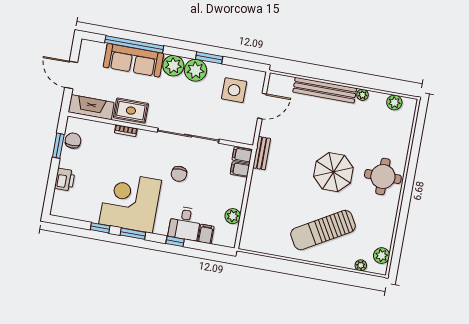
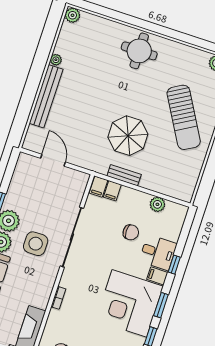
side table: (234, 90) -> (36, 244), moved
plant: (394, 102) -> (72, 15), moved
rug: (131, 111) -> (39, 290), removed
bench: (262, 153) -> (124, 175), moved
parasol: (333, 172) -> (128, 136), moved
chair: (179, 174) -> (131, 232), moved
filing cabinet: (206, 234) -> (157, 276), moved

